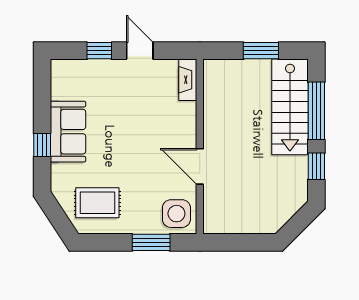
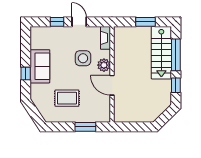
plant: (185, 129) -> (104, 65), added
rug: (97, 203) -> (67, 98), moved
side table: (176, 214) -> (83, 58), moved

